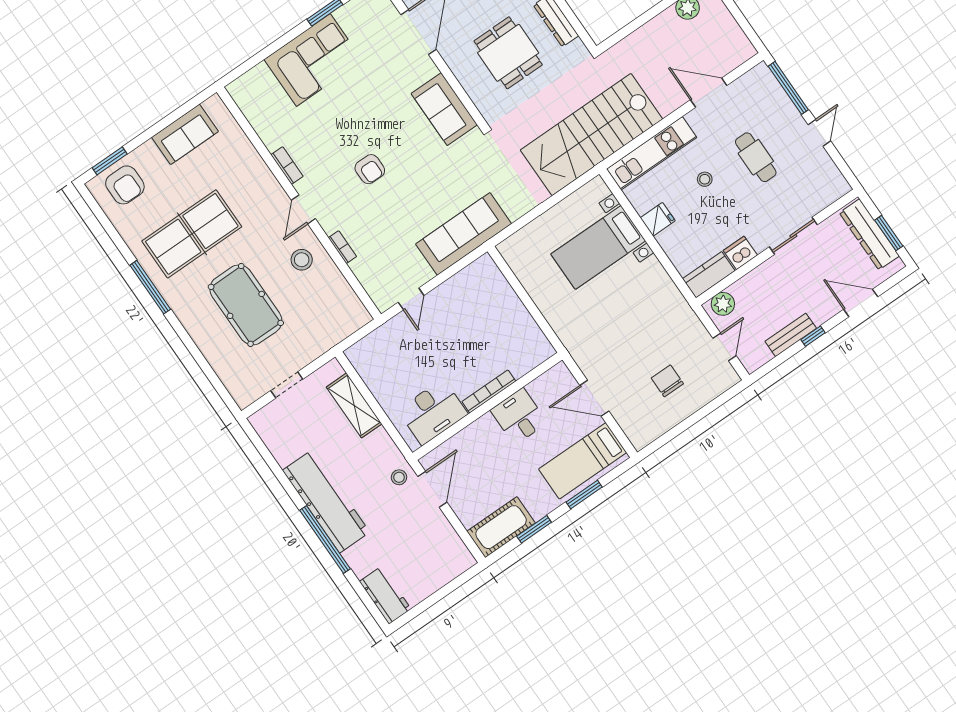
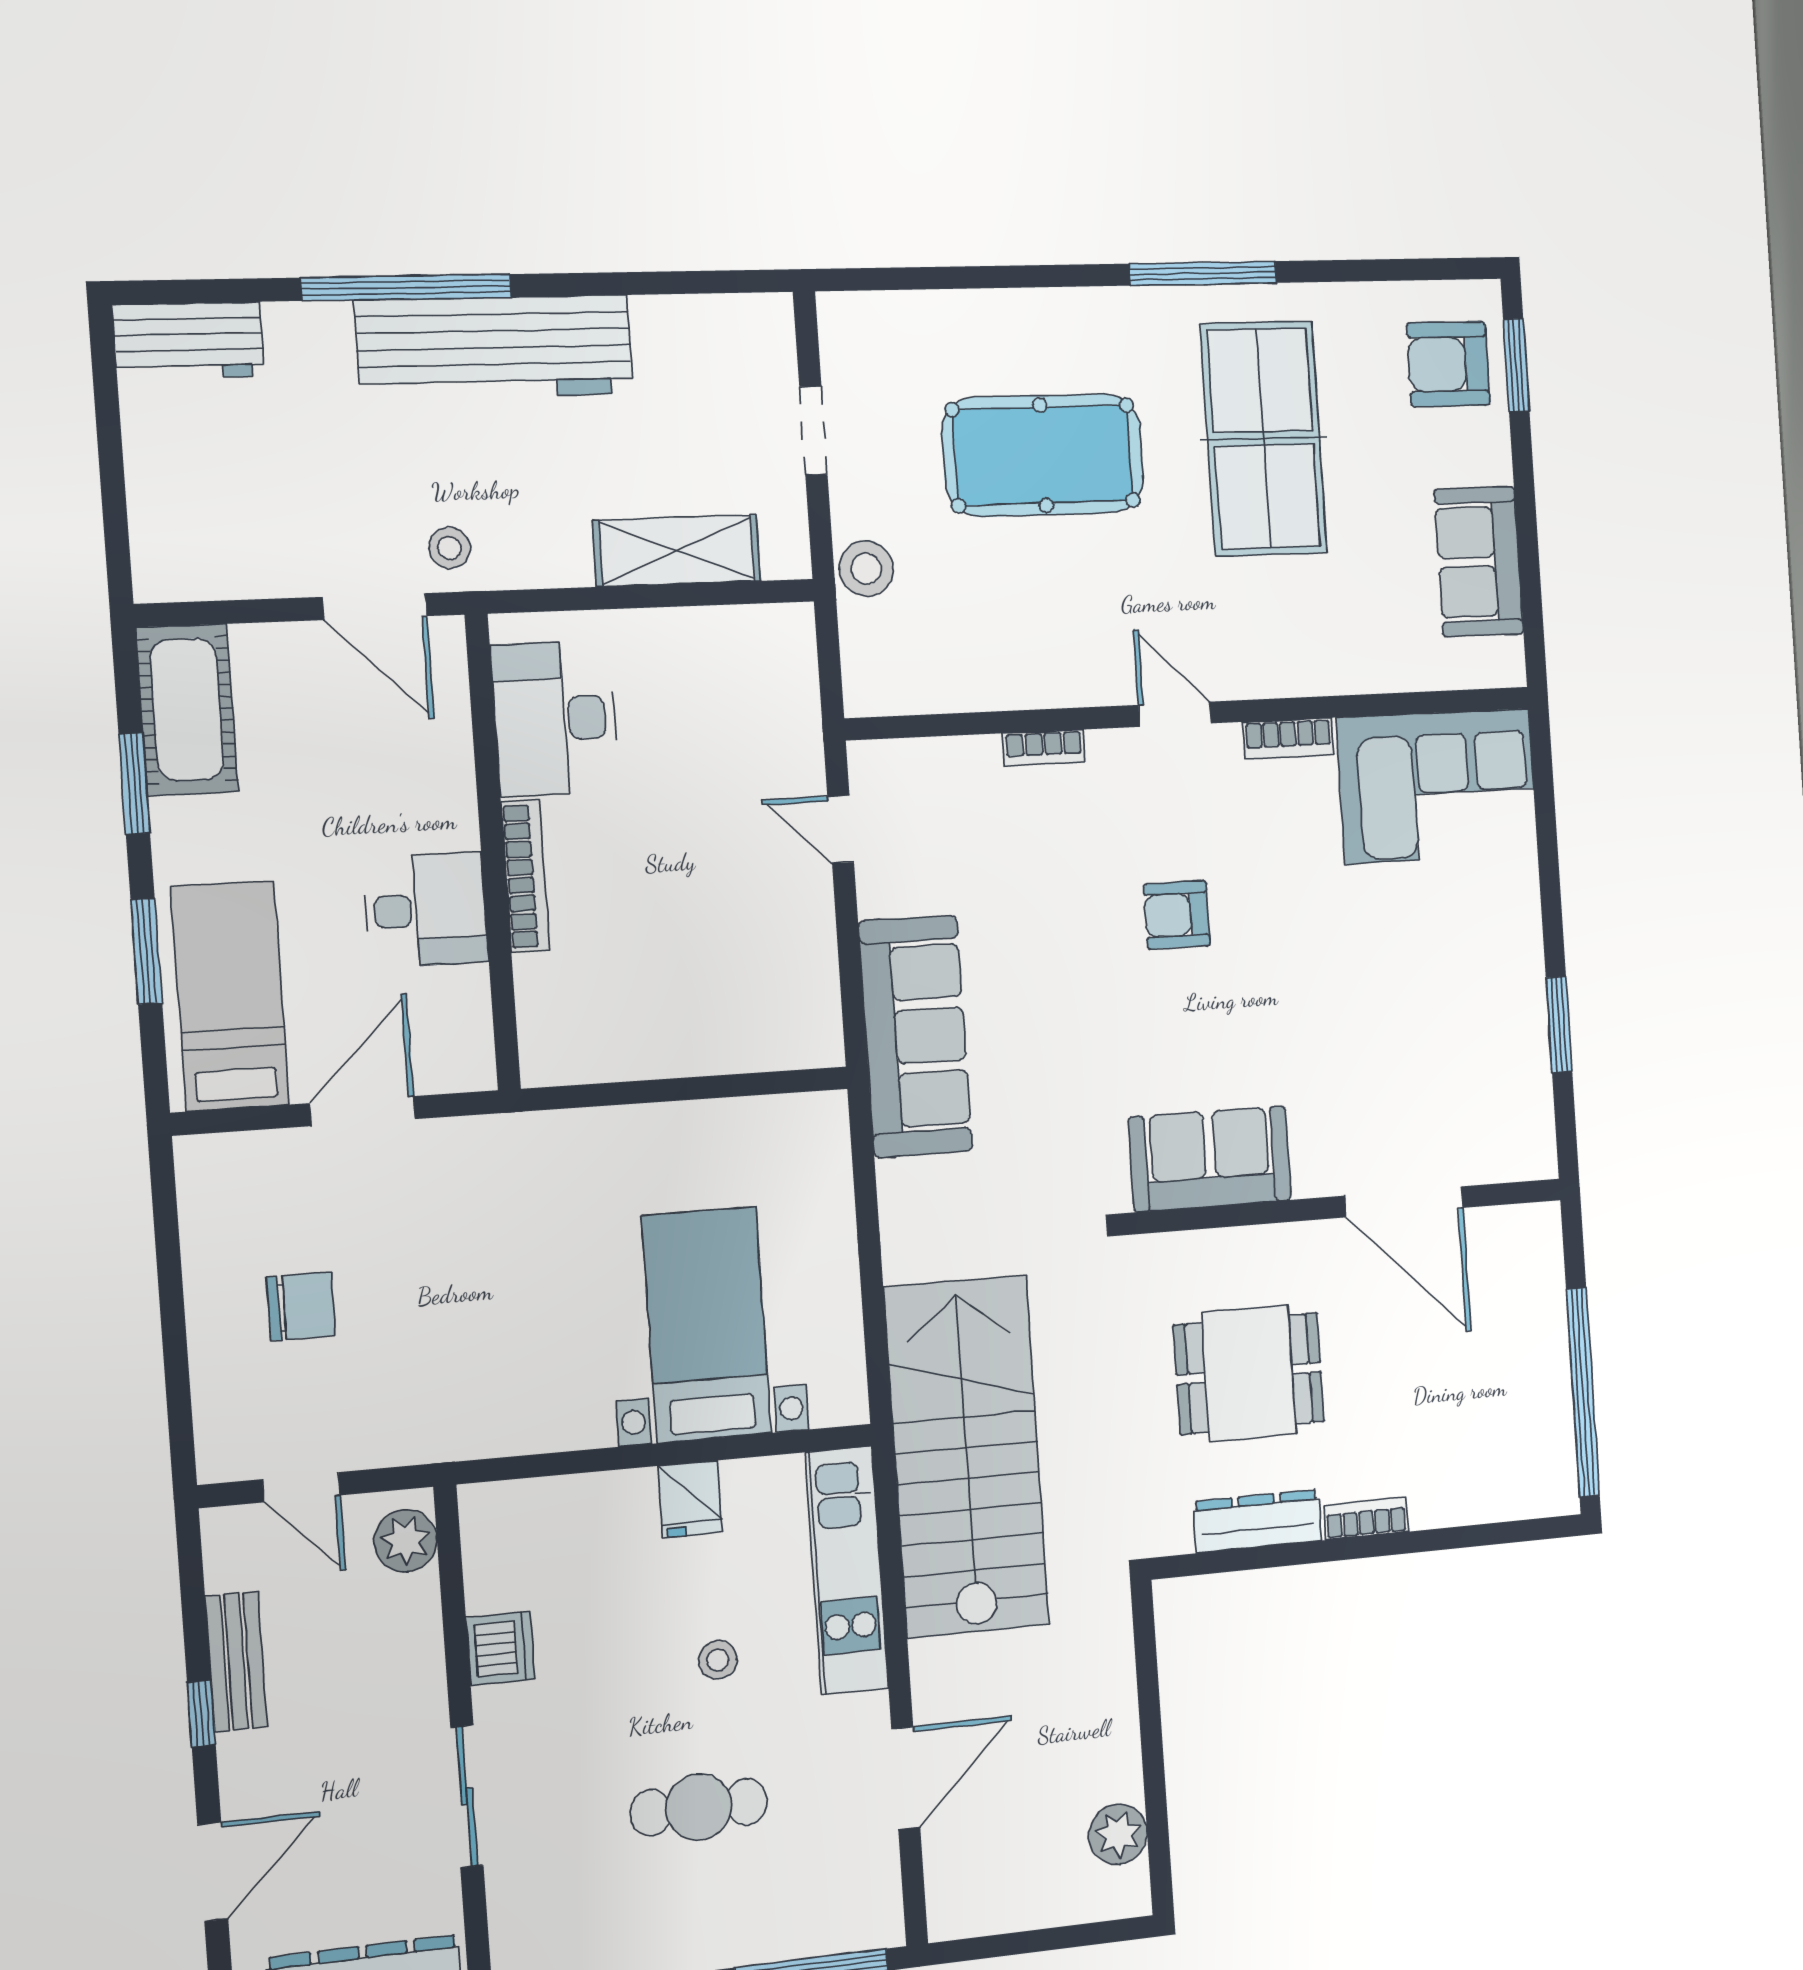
corner sofa: (313, 60) -> (1437, 786), moved, turned -90
stool: (302, 260) -> (866, 569), moved
kitchen counter: (709, 275) -> (493, 1546), removed

